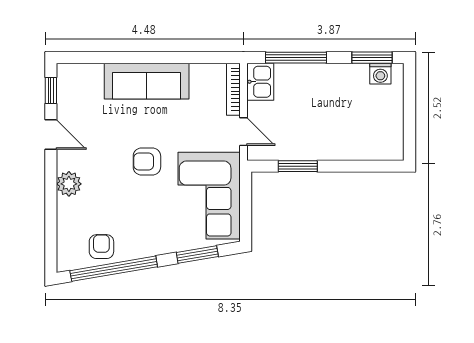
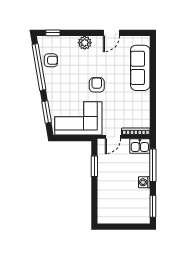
washing machine: (380, 74) -> (144, 182), moved
sofa: (147, 81) -> (140, 68), moved
window: (51, 91) -> (53, 33), moved

